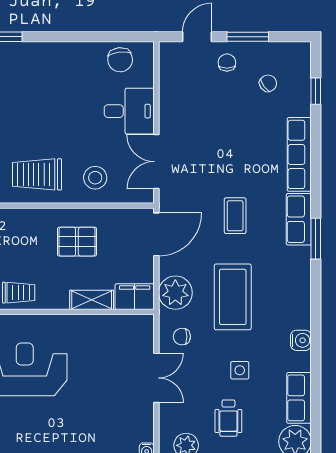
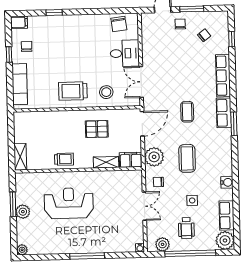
coffee table: (233, 297) -> (187, 158), width x0.73, depth x0.76

